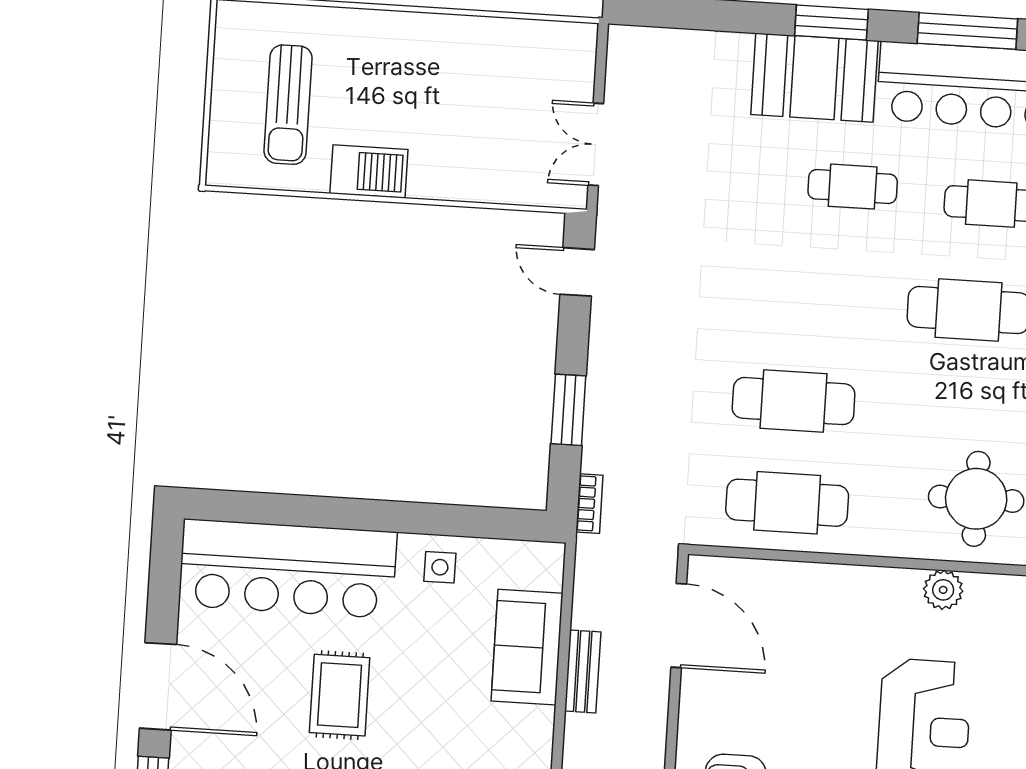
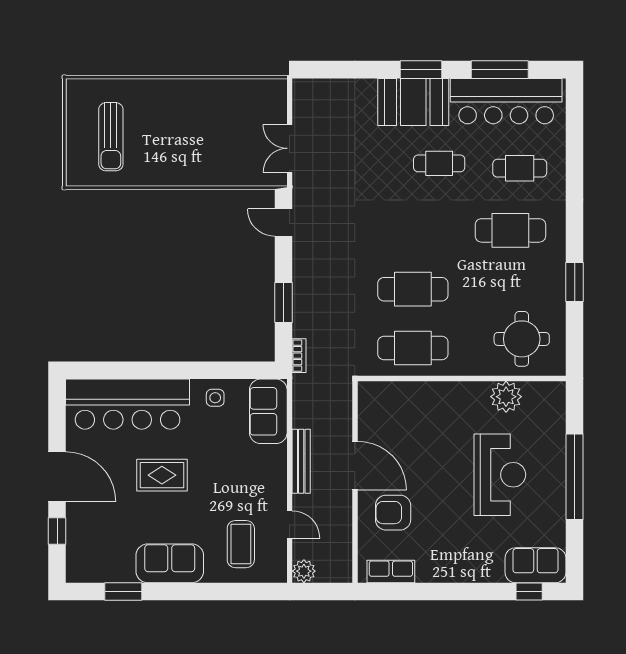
barbecue: (369, 171) -> (160, 172), removed
plant: (943, 590) -> (506, 397), width x1.36, depth x1.36
door: (679, 626) -> (355, 466), moved
sofa: (527, 647) -> (268, 411), moved
bench: (583, 671) -> (301, 461), width x1.36
rug: (340, 695) -> (162, 475), turned 90

